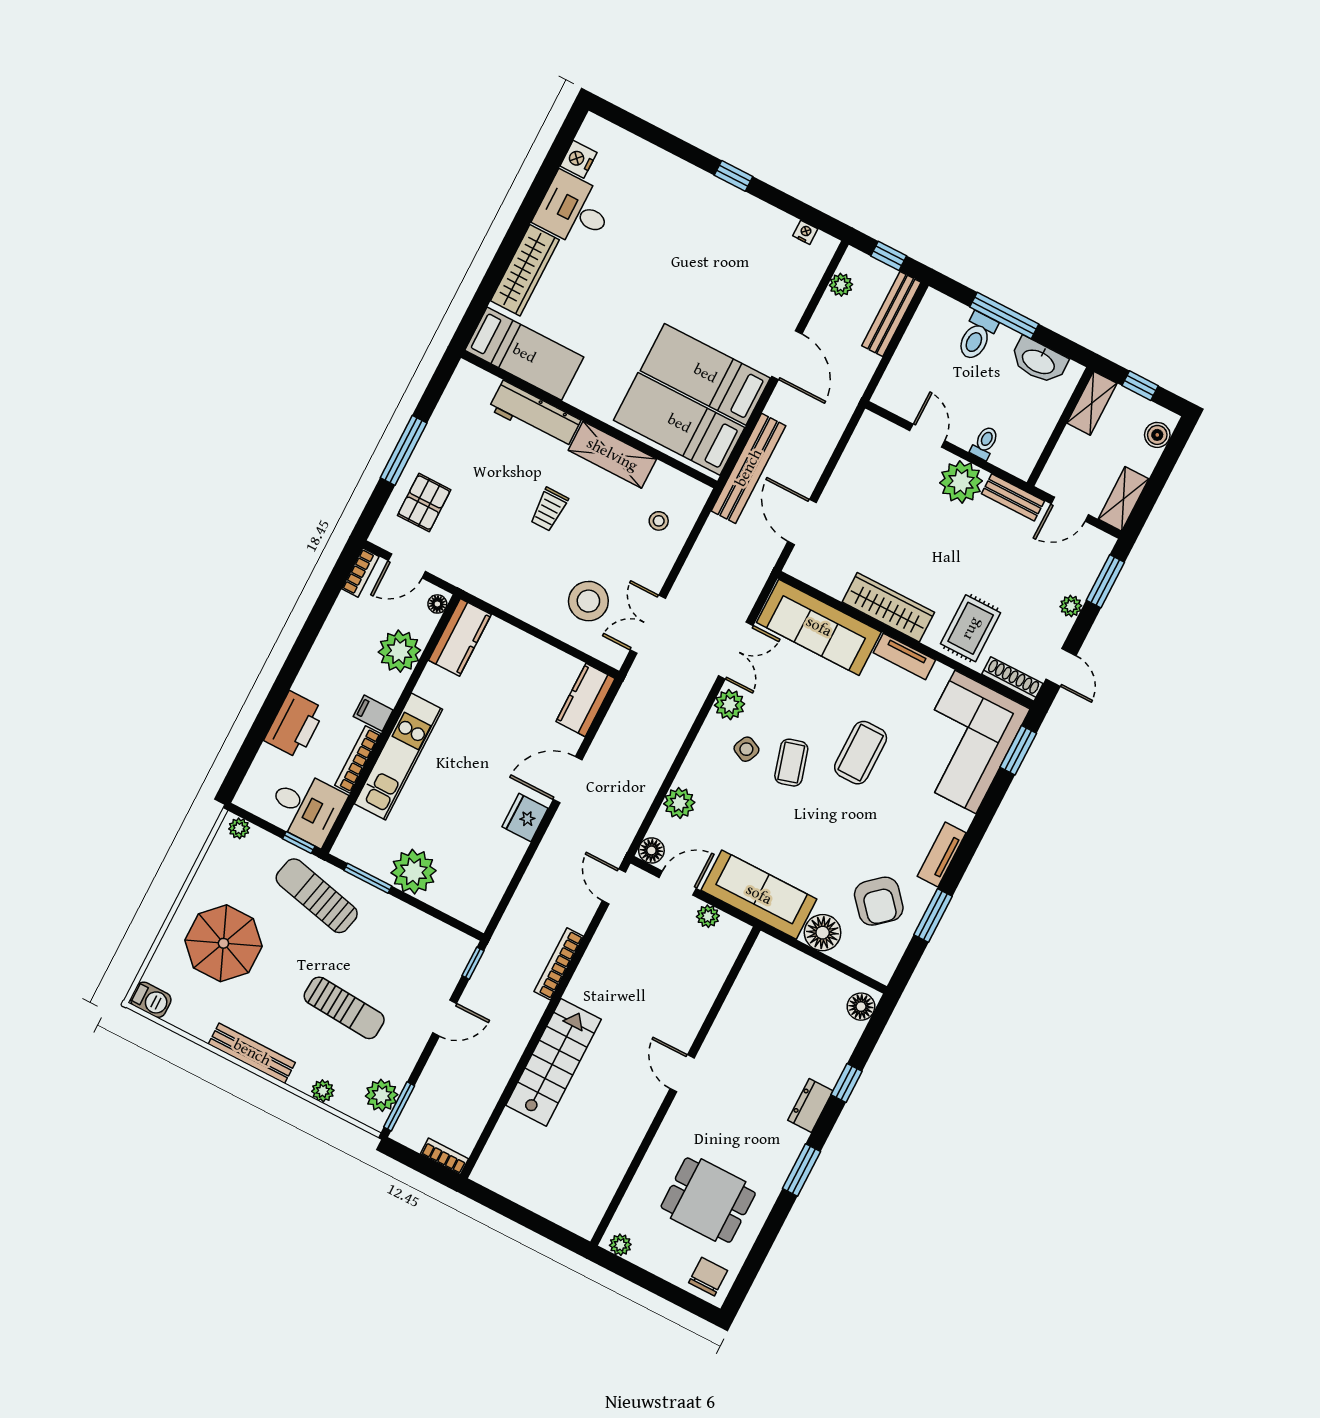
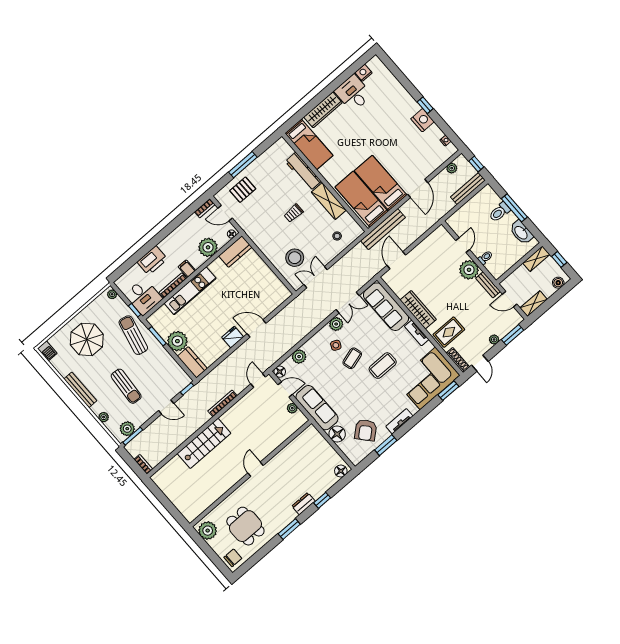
nightstand: (740, 209) -> (423, 120), added
kitchen counter: (586, 700) -> (192, 362), moved, turned 90
plant: (620, 1245) -> (208, 531), width x1.88, depth x1.88

